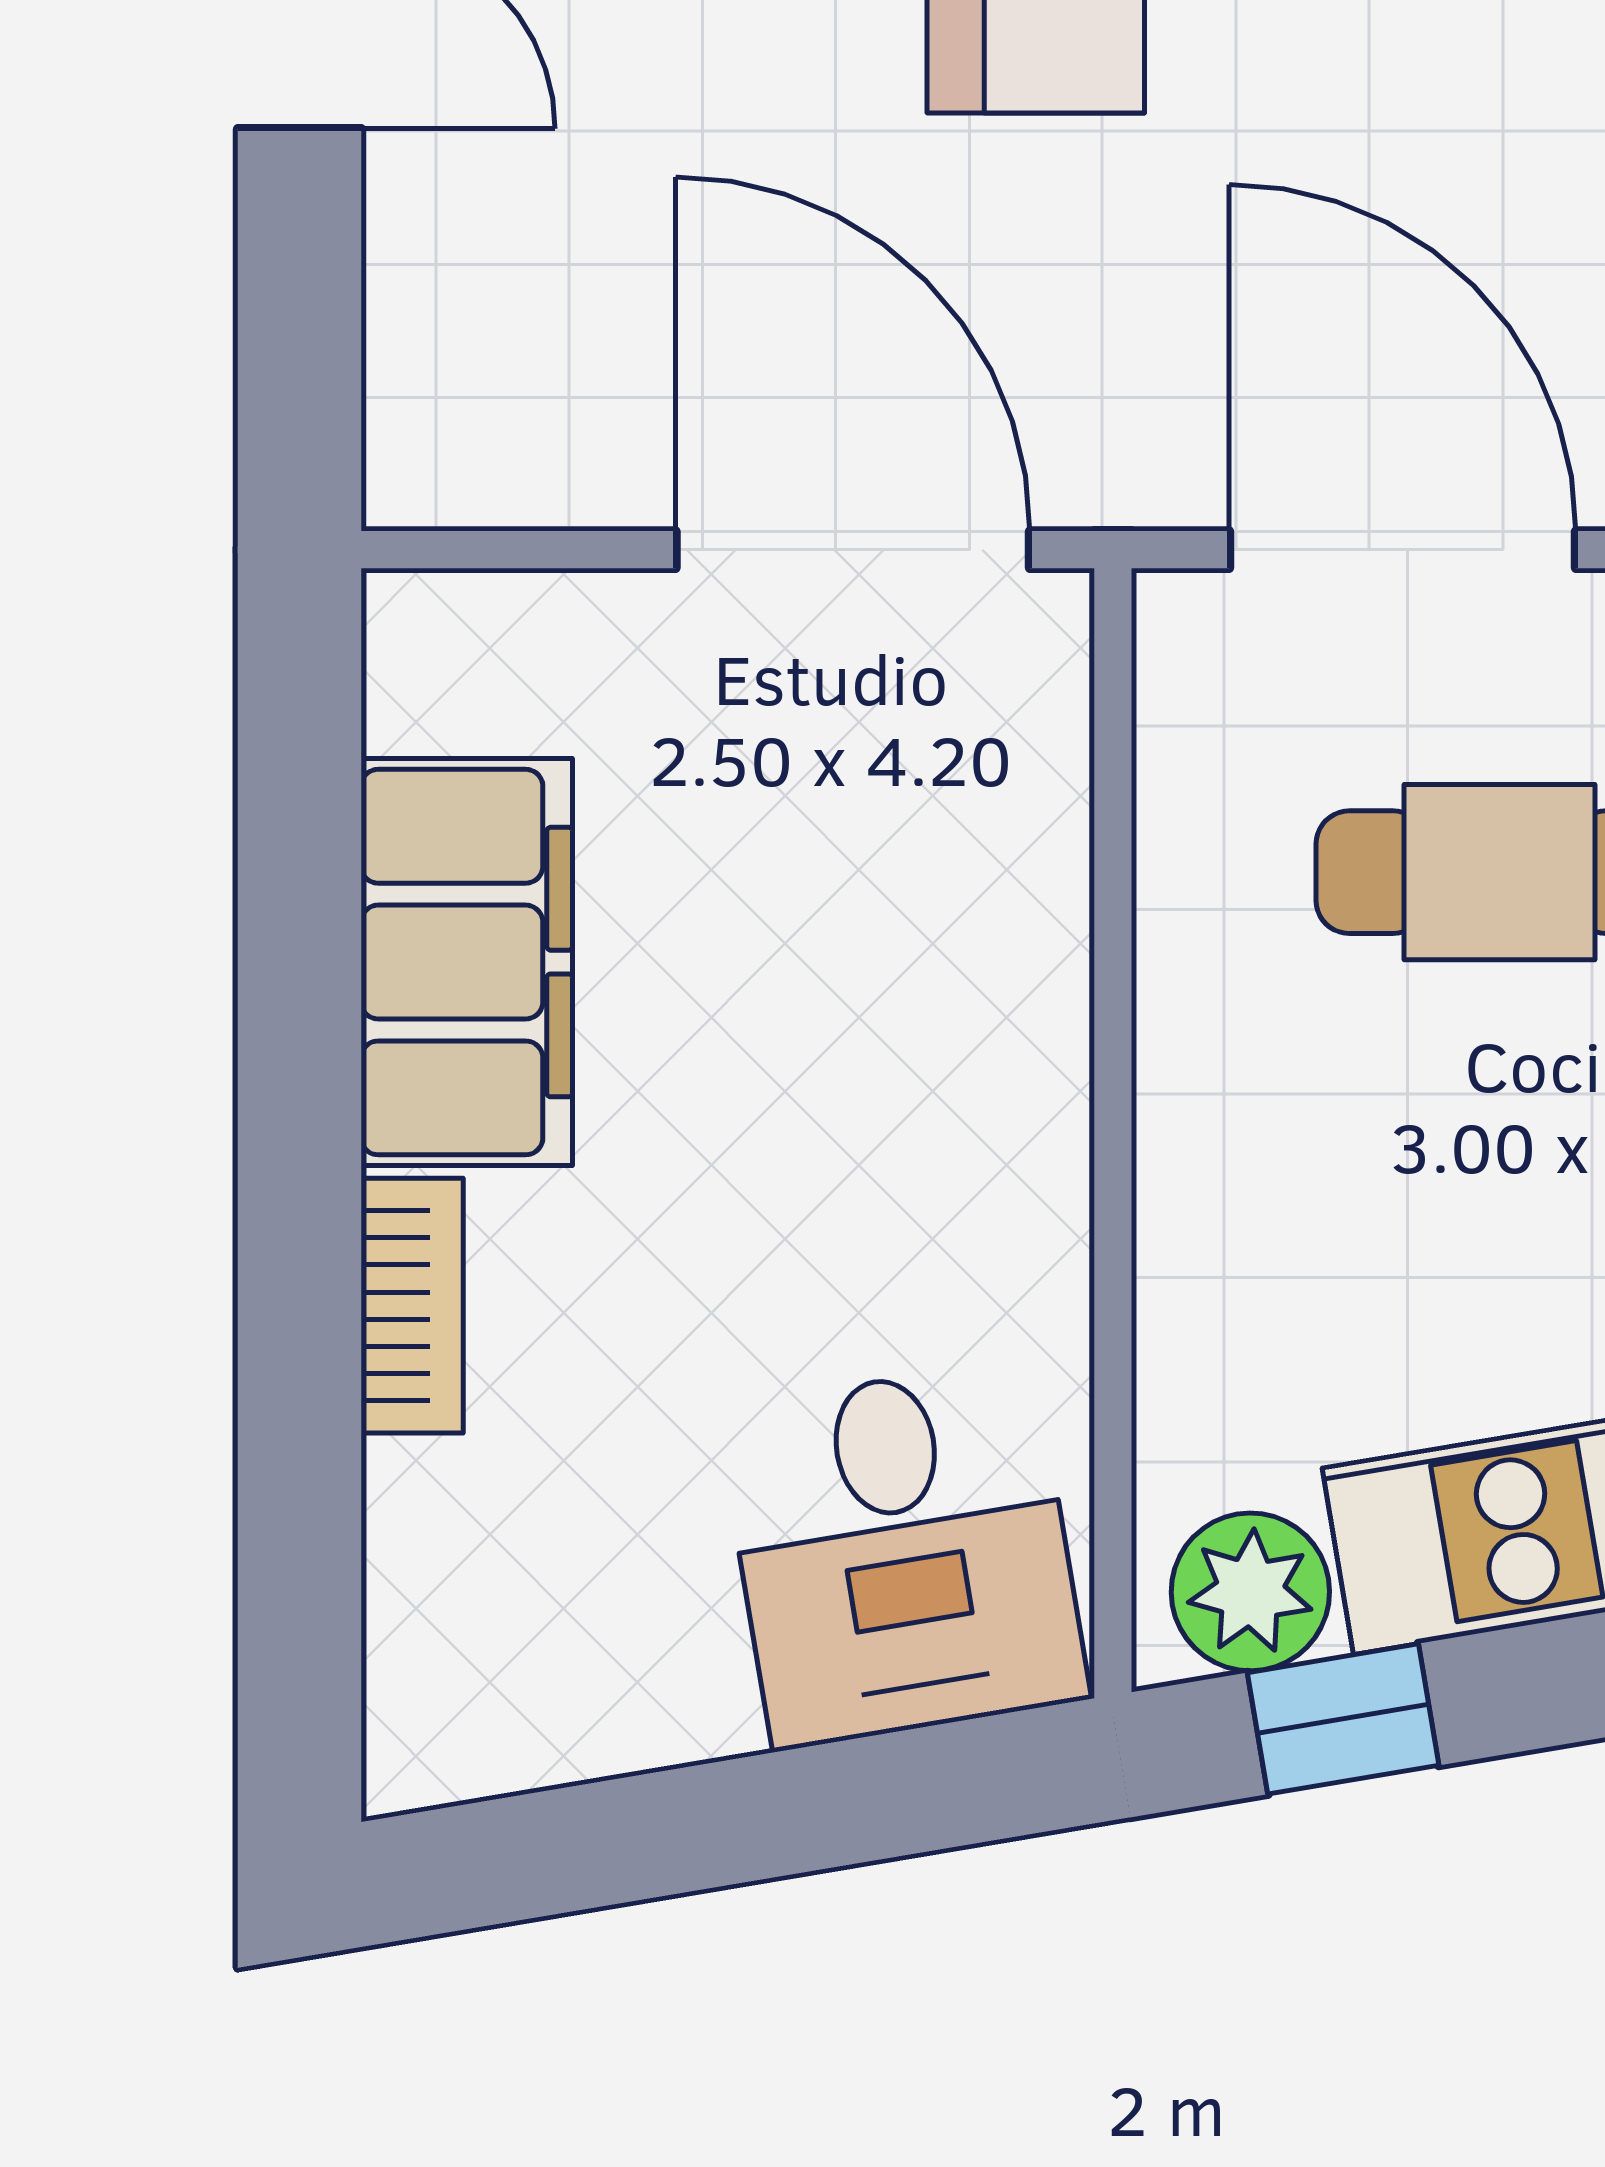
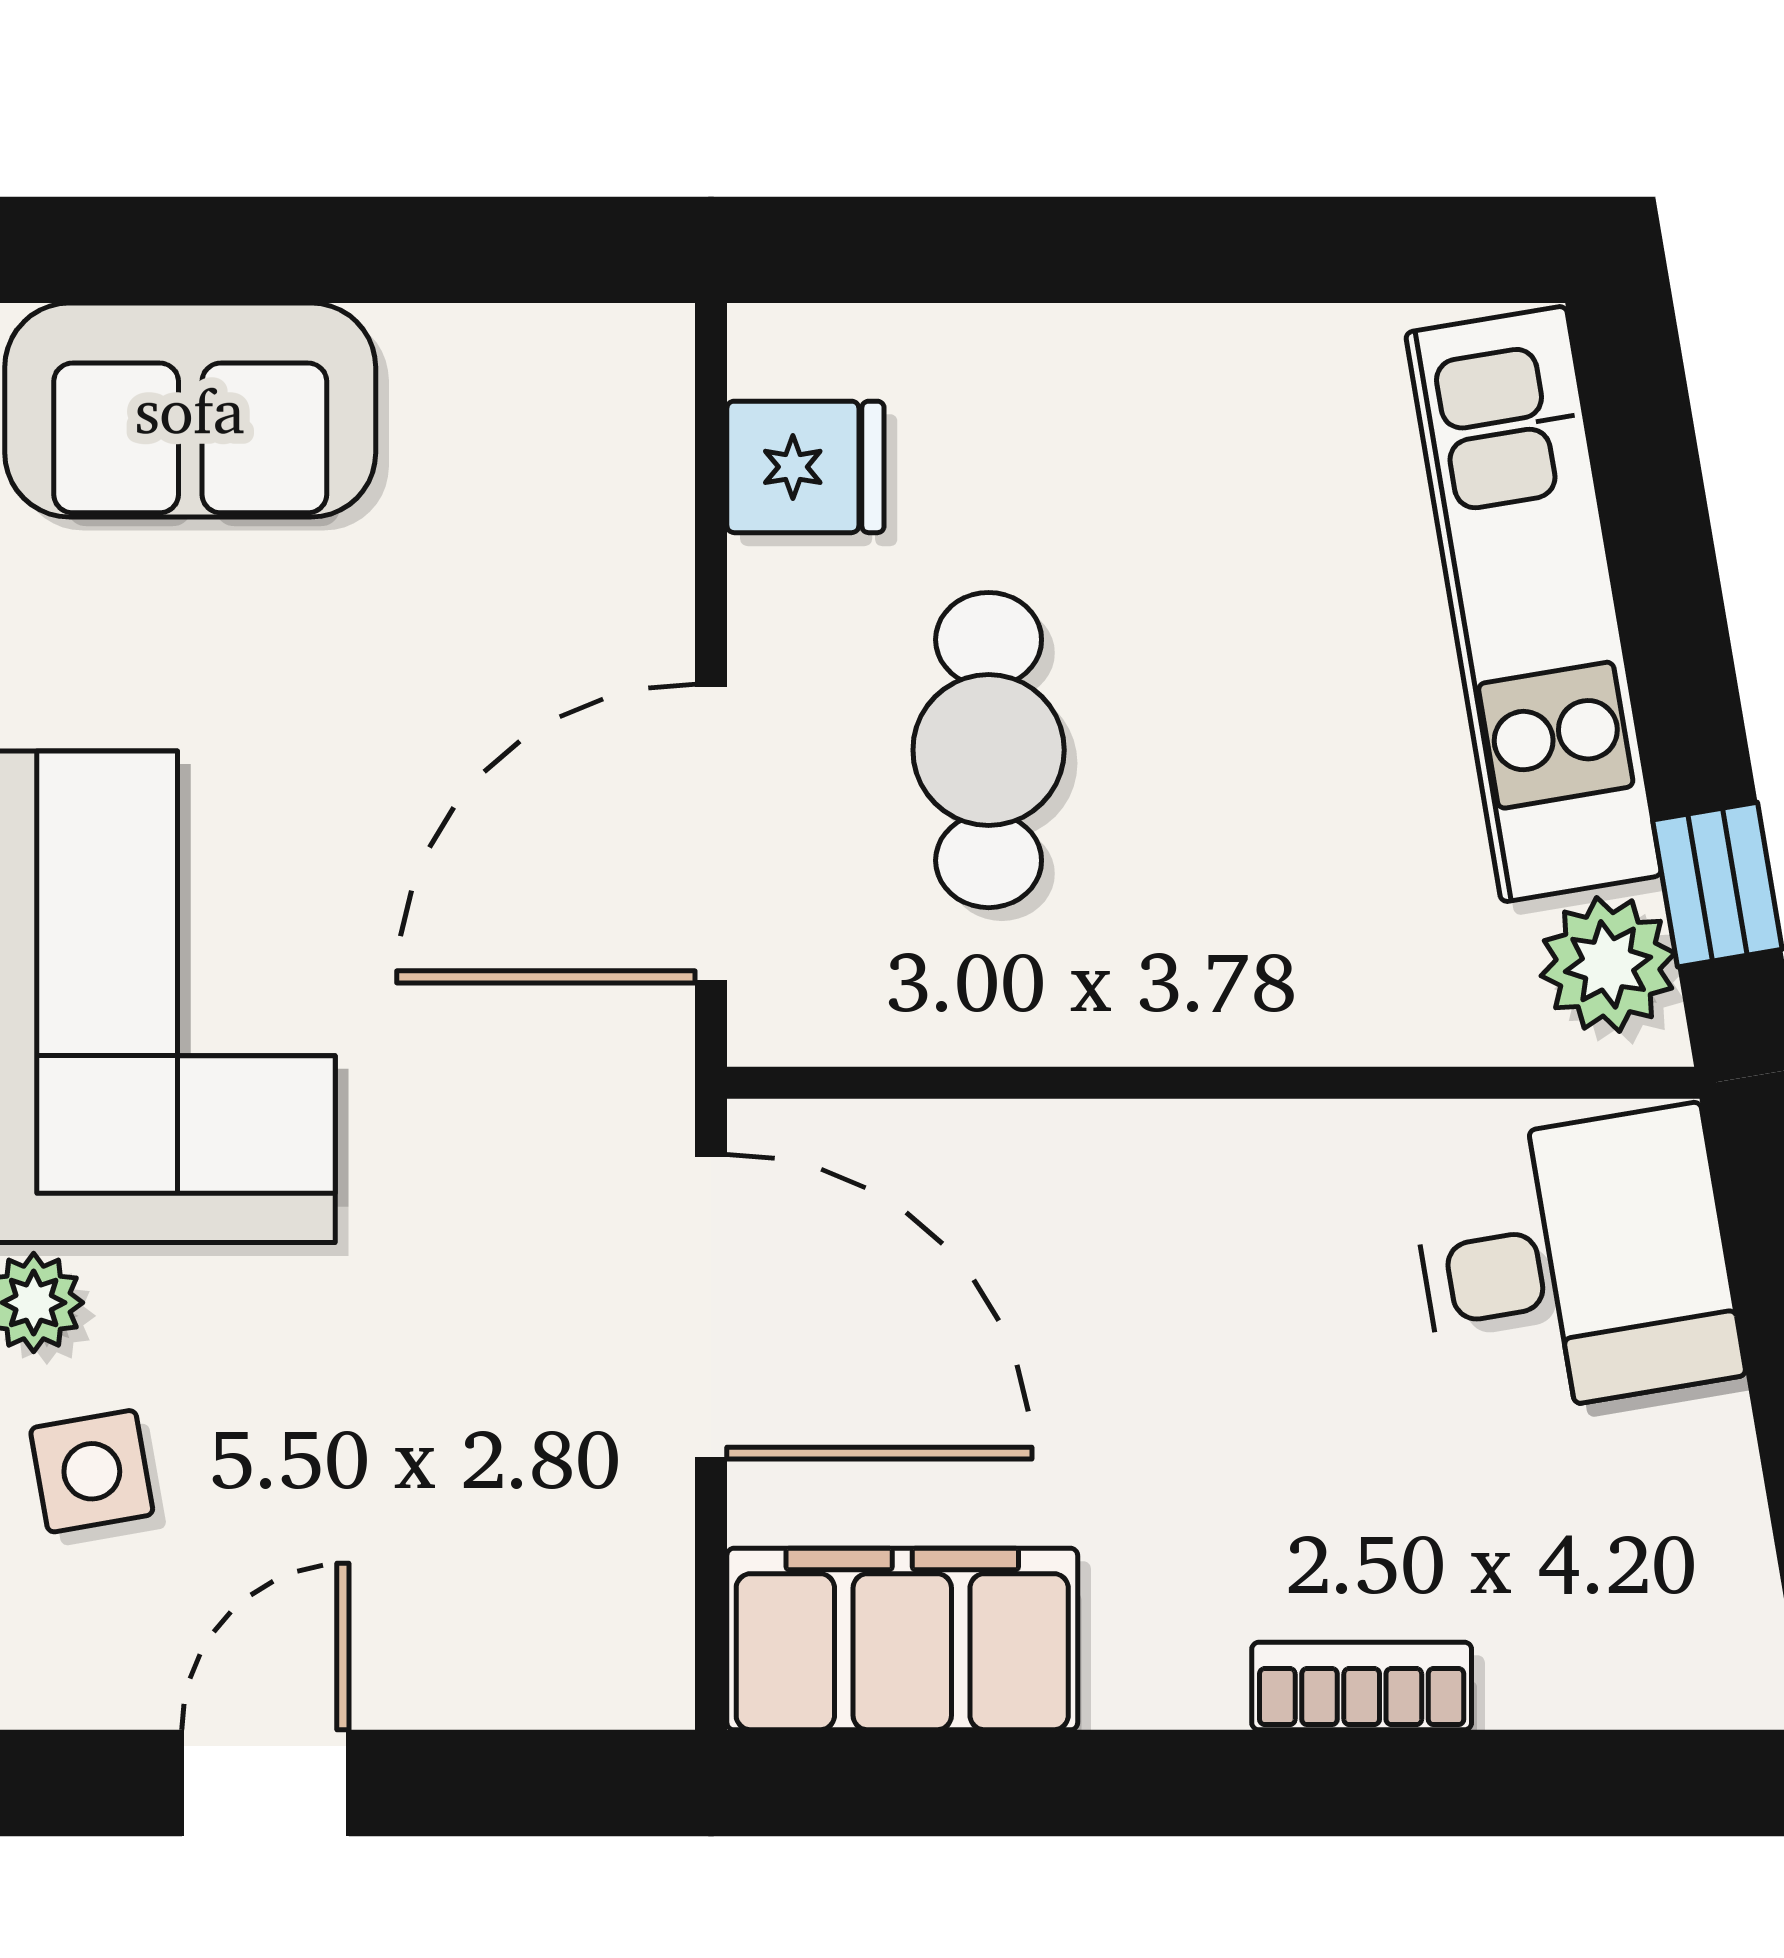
door: (853, 550) -> (711, 1307), swing flipped
filing cabinet: (467, 962) -> (902, 1639), moved

